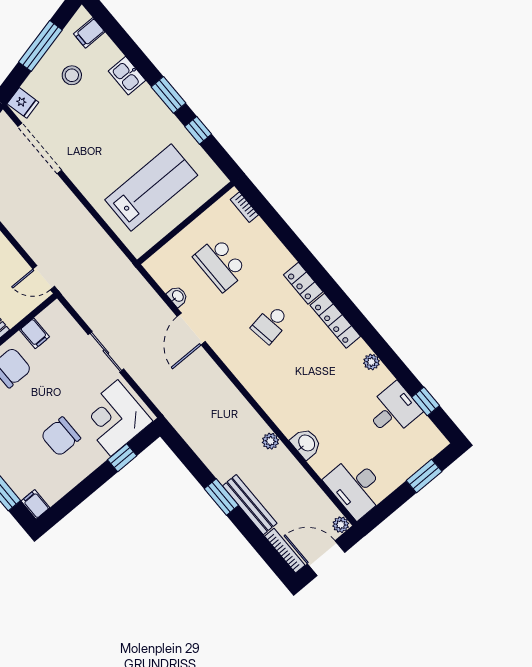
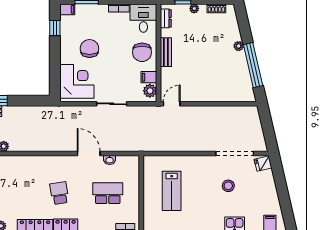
window: (40, 46) -> (283, 195), removed
stool: (72, 75) -> (228, 186), moved
lab bench: (151, 188) -> (172, 191), width x0.73, depth x0.72
plant: (50, 318) -> (150, 91), added
window: (122, 458) -> (55, 28), moved

